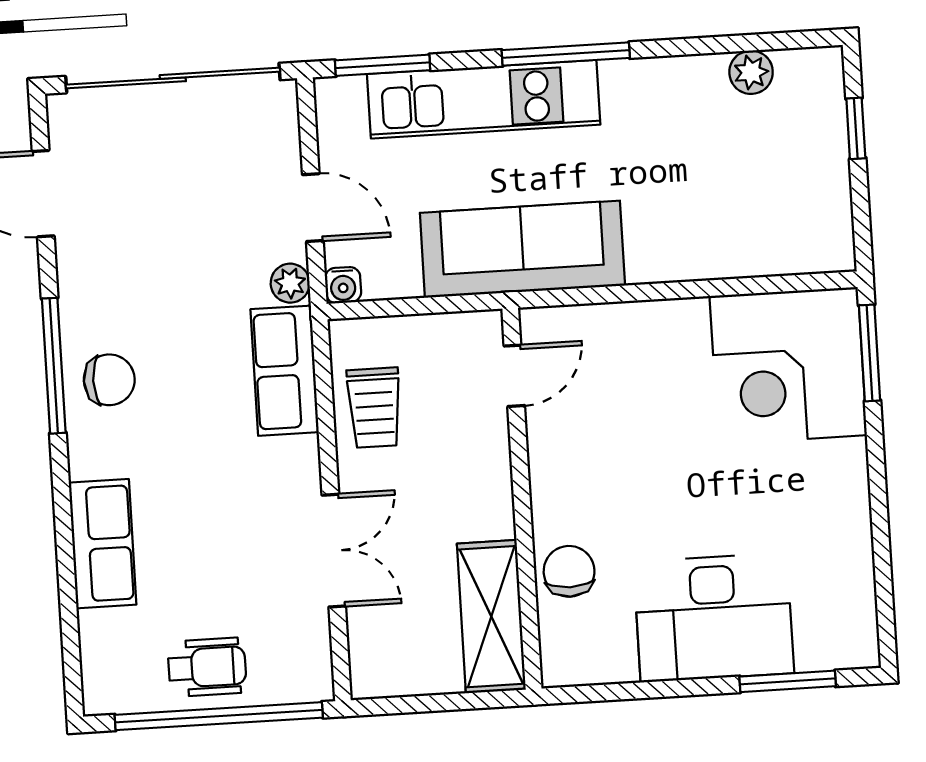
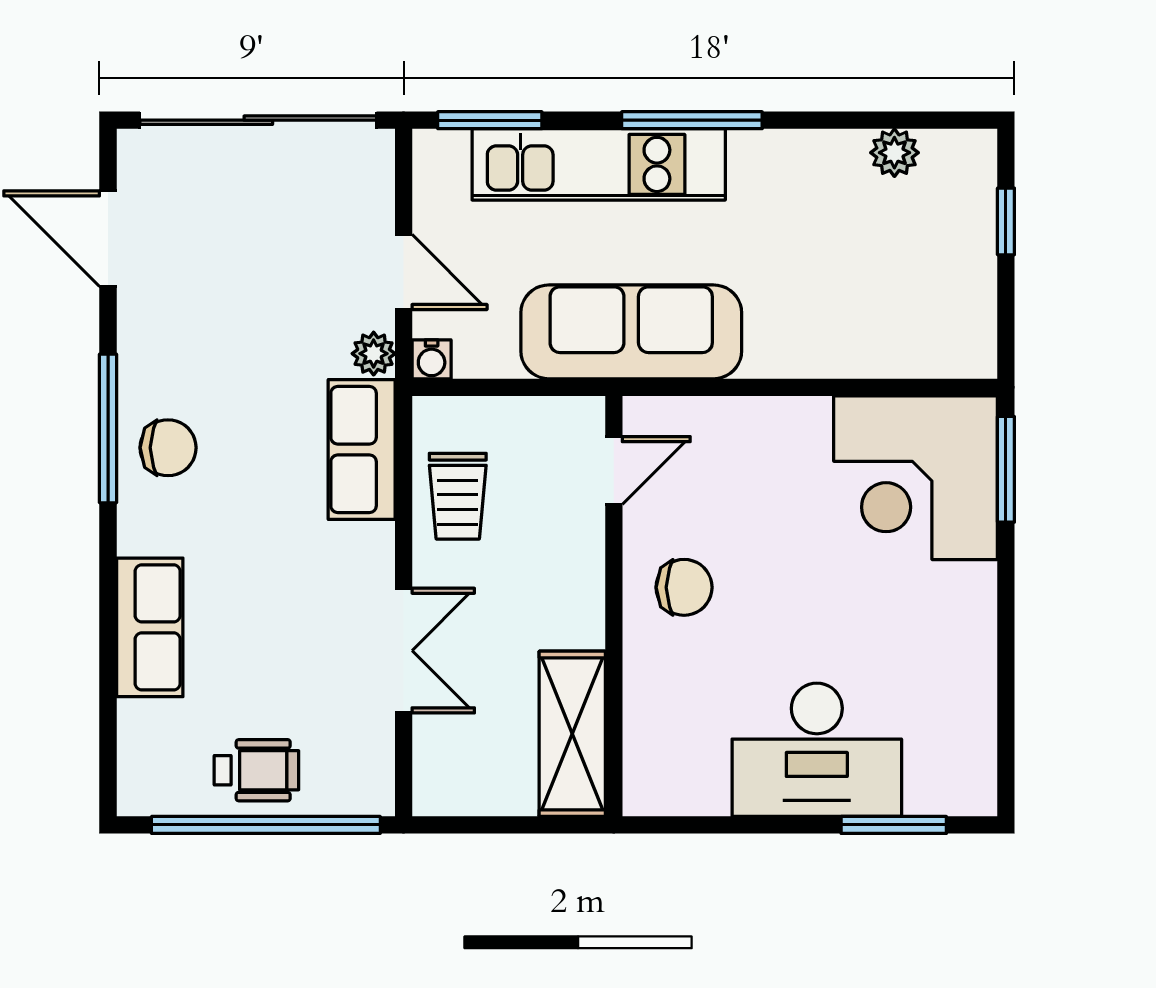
chair: (569, 571) -> (684, 587), moved, turned 90

